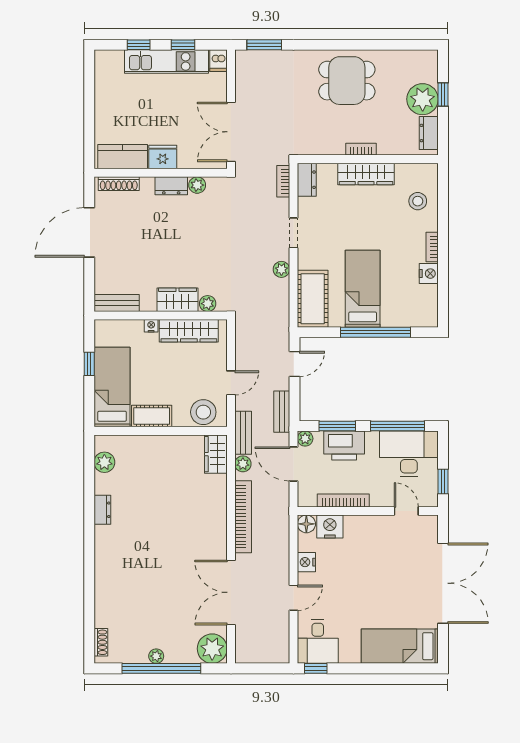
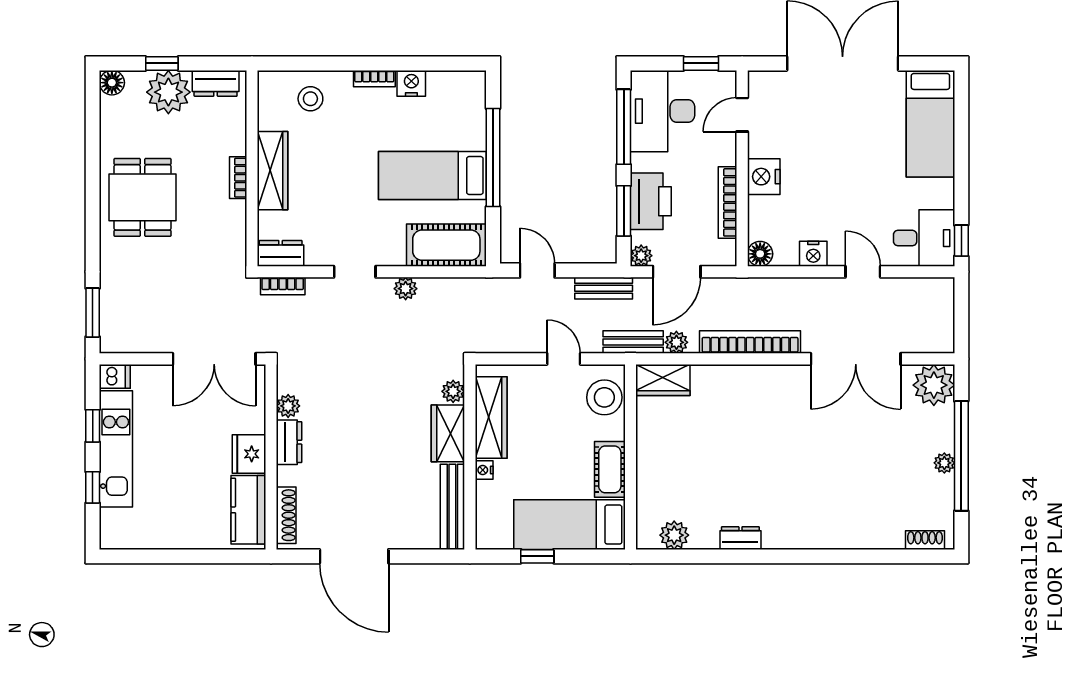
floor lamp: (429, 59) -> (112, 83), added
bench: (117, 303) -> (452, 507), width x1.36
nightstand: (330, 527) -> (764, 177), moved

